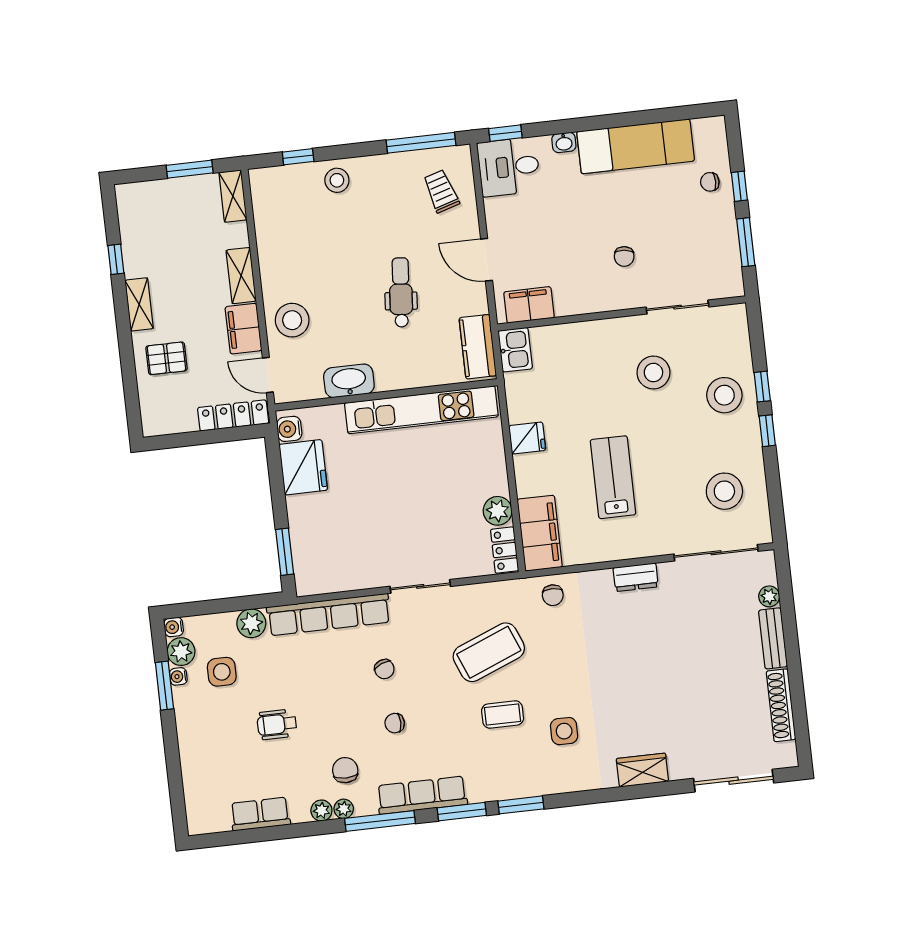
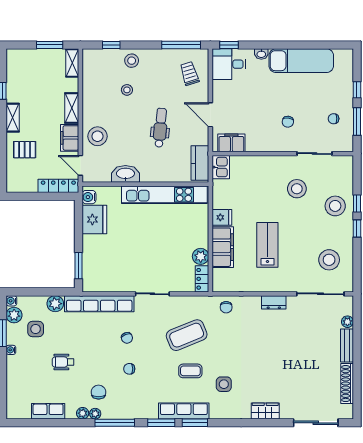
chair: (710, 182) -> (334, 119), moved
stool: (335, 233) -> (127, 90), added
filing cabinet: (540, 533) -> (223, 247), moved
water cooler: (178, 676) -> (11, 350), moved
row of seats: (422, 795) -> (184, 411), moved

